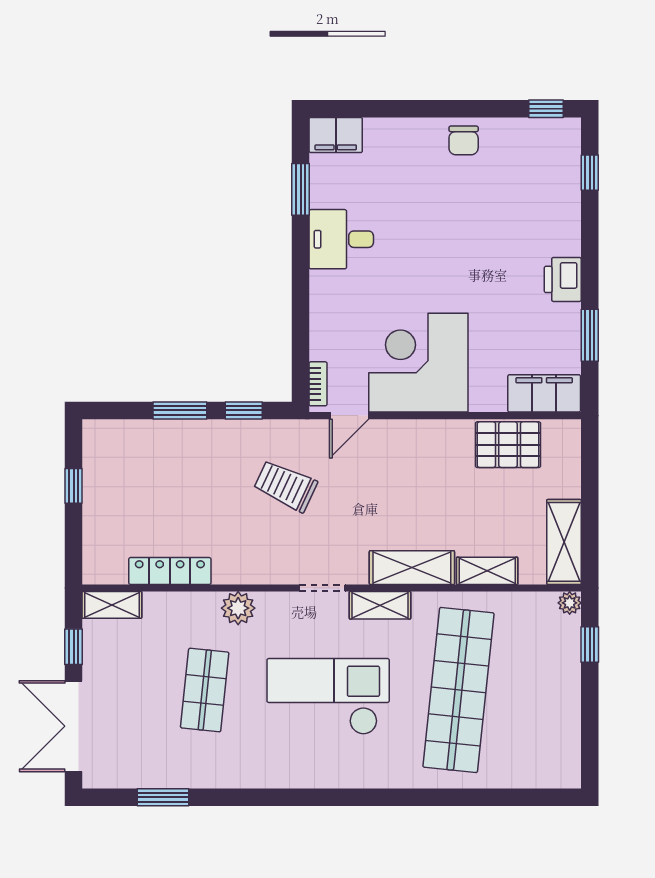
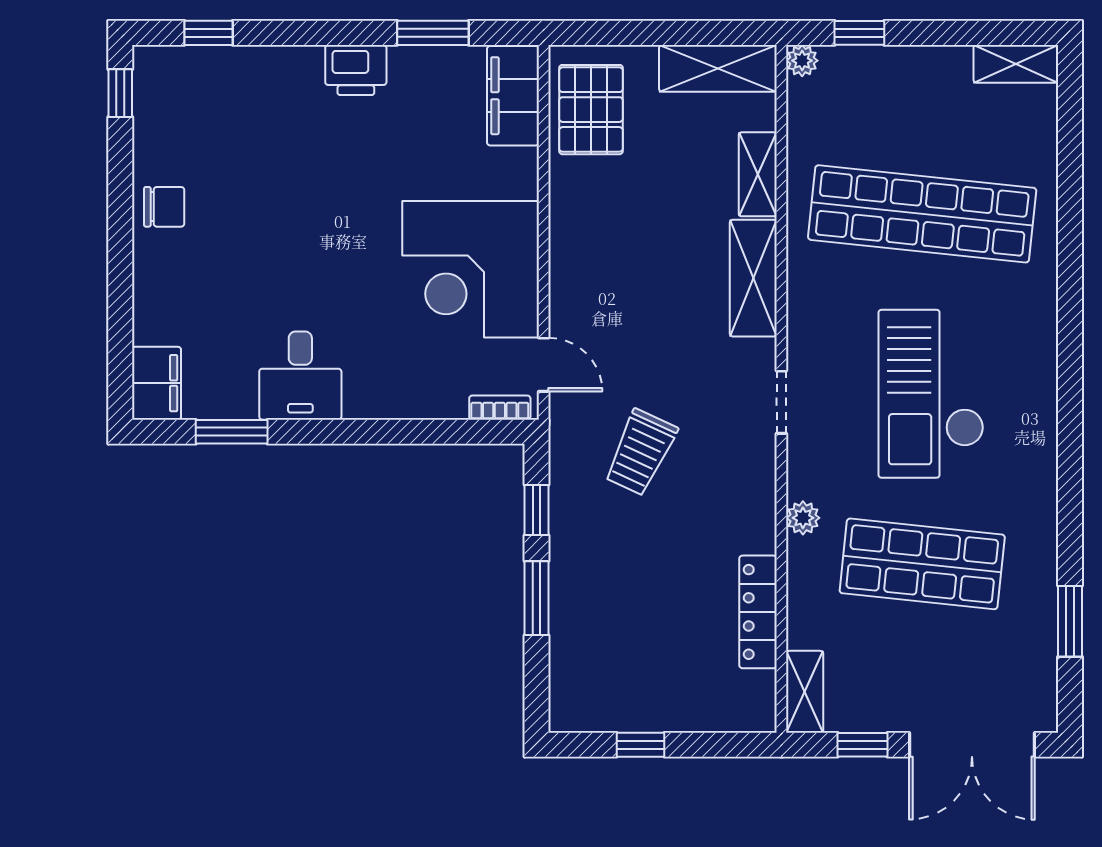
pallet: (508, 445) -> (591, 110), moved
shelving: (380, 605) -> (1016, 64), moved, turned 90
plant: (238, 608) -> (803, 518), width x0.73, depth x0.73
shop shelf: (205, 690) -> (922, 564), width x1.43, depth x1.36

